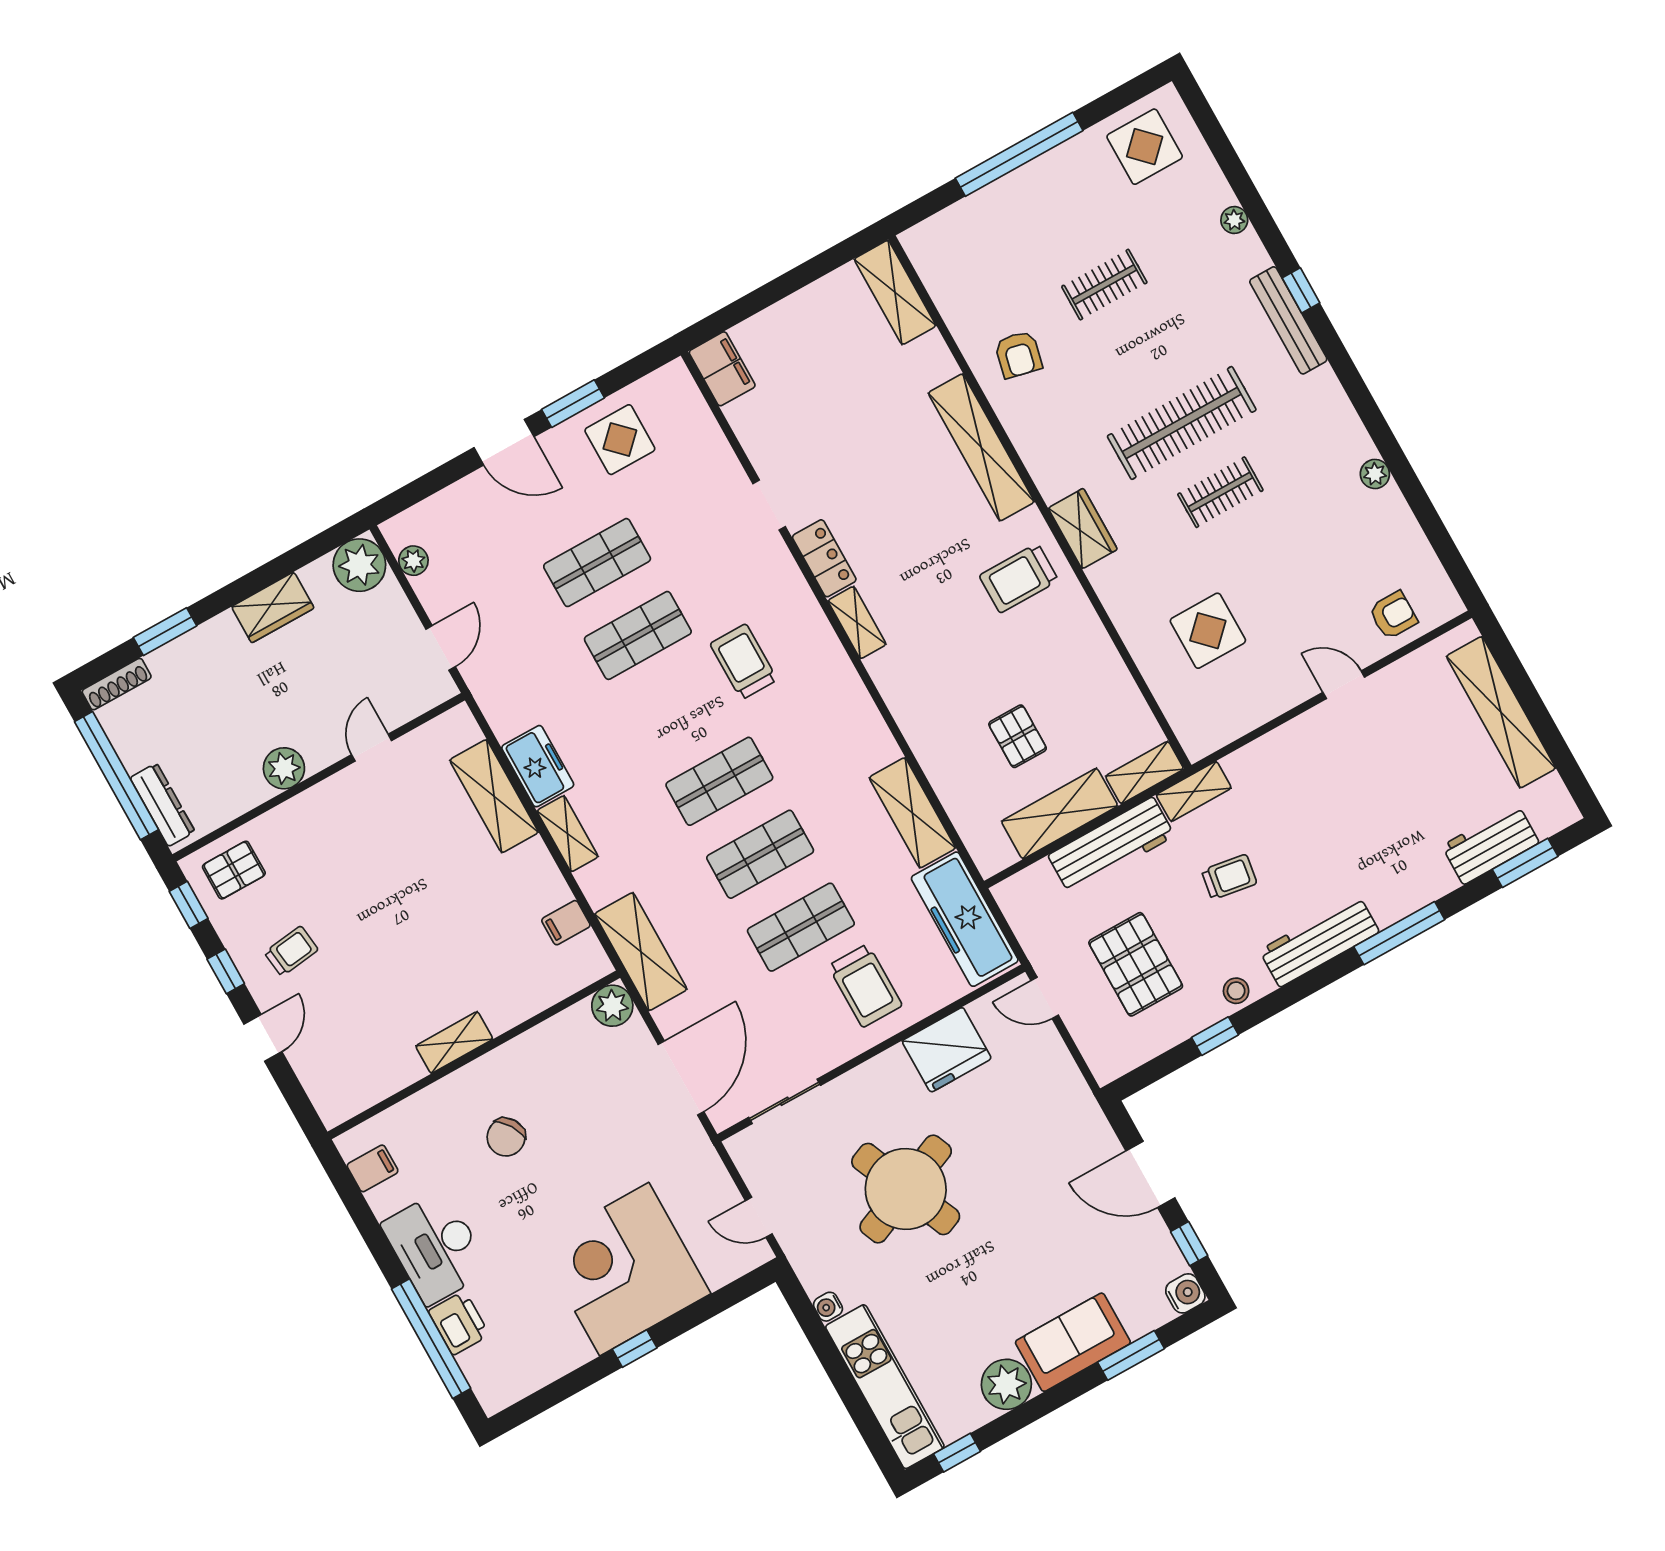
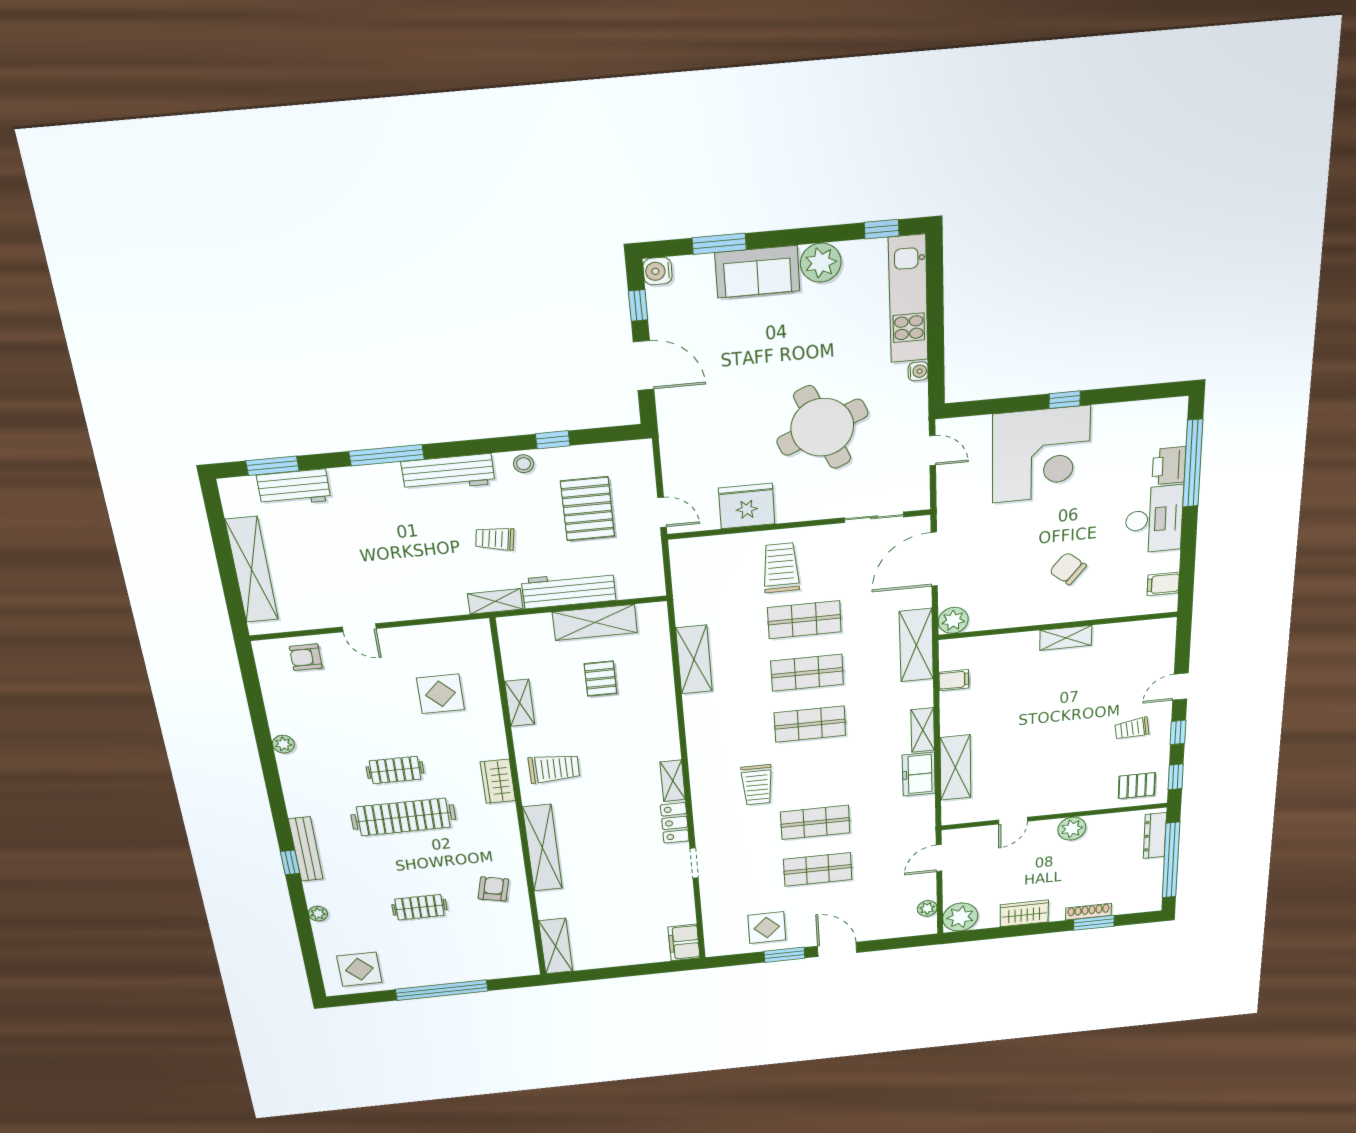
shoe rack: (117, 684) -> (1088, 912), moved
shelving: (1145, 773) -> (520, 703), moved, turned 90
freezer: (965, 919) -> (692, 583), removed
chair: (506, 1137) -> (1068, 569), turned -108

